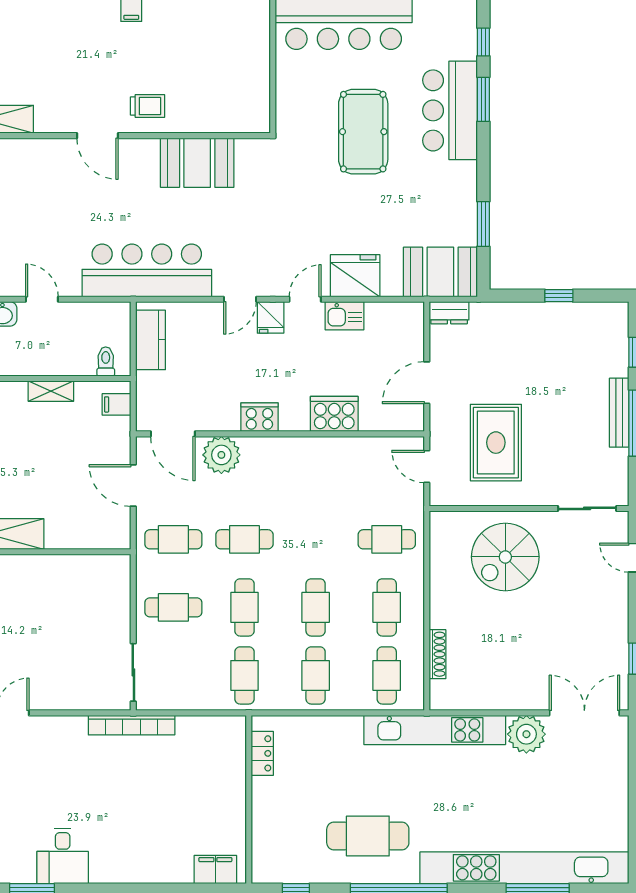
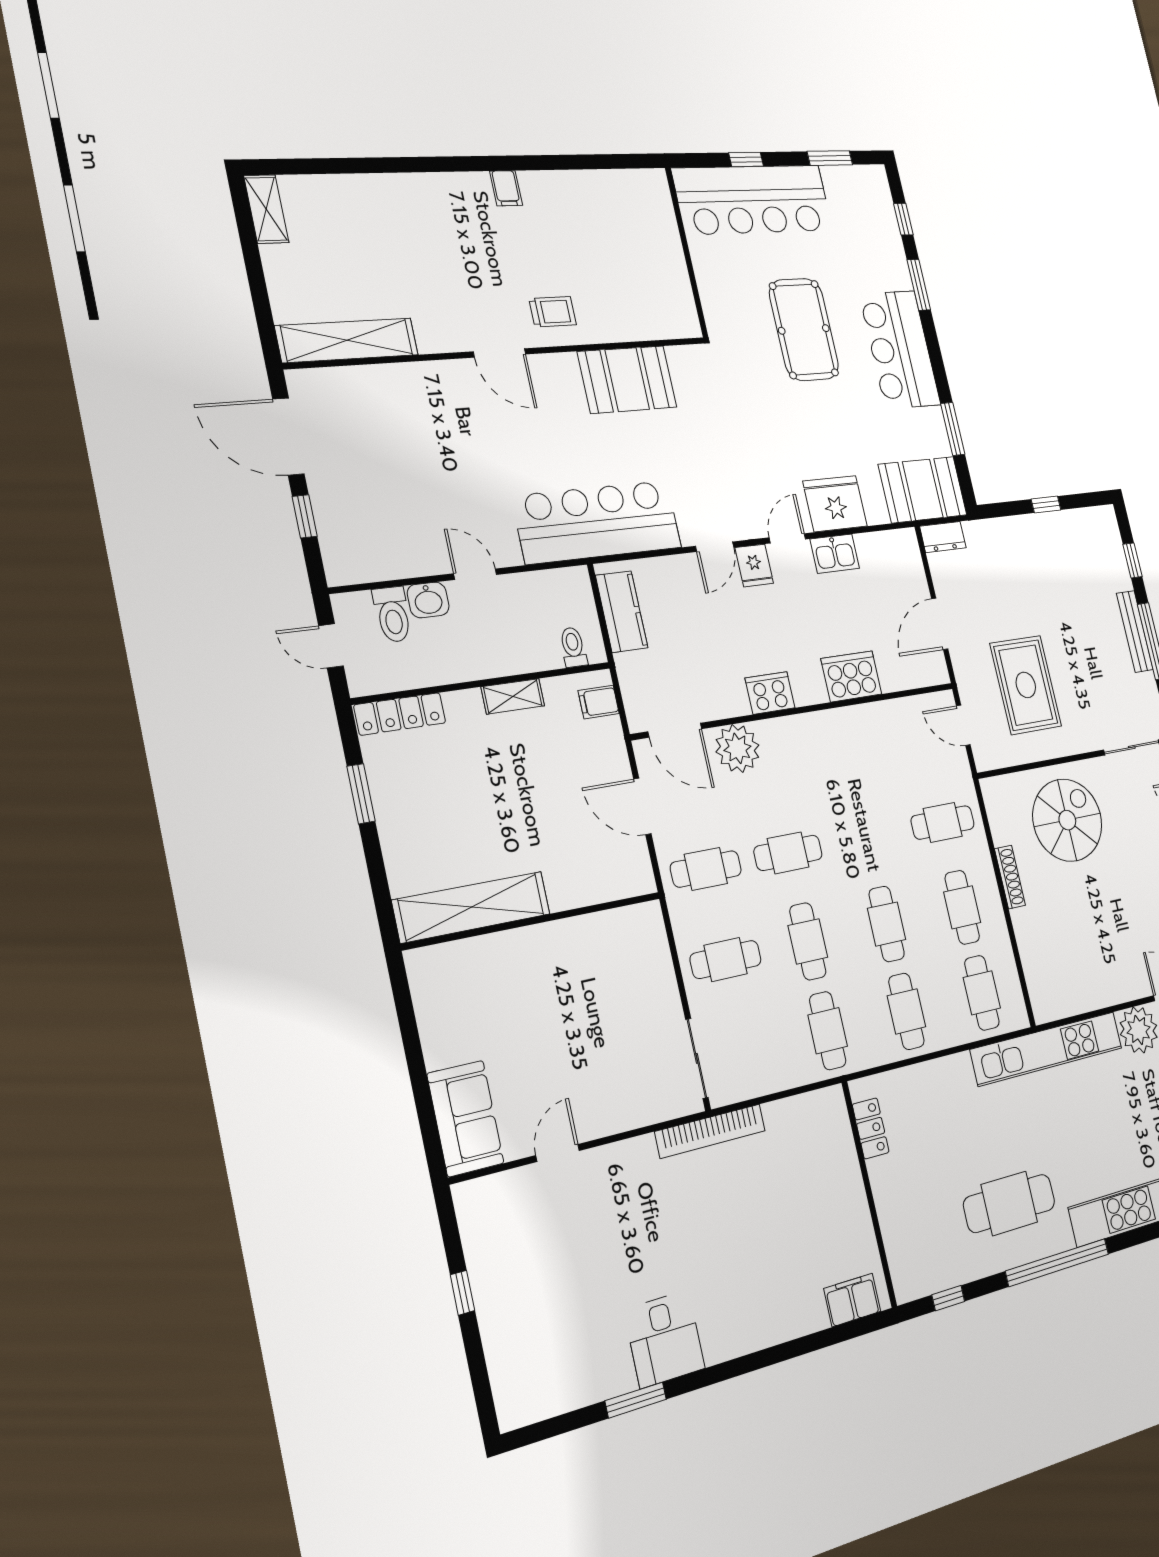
bar counter: (450, 110) -> (900, 350), moved
spiral stairs: (505, 557) -> (1067, 820), turned 180
shoe rack: (438, 654) -> (1010, 877), moved

